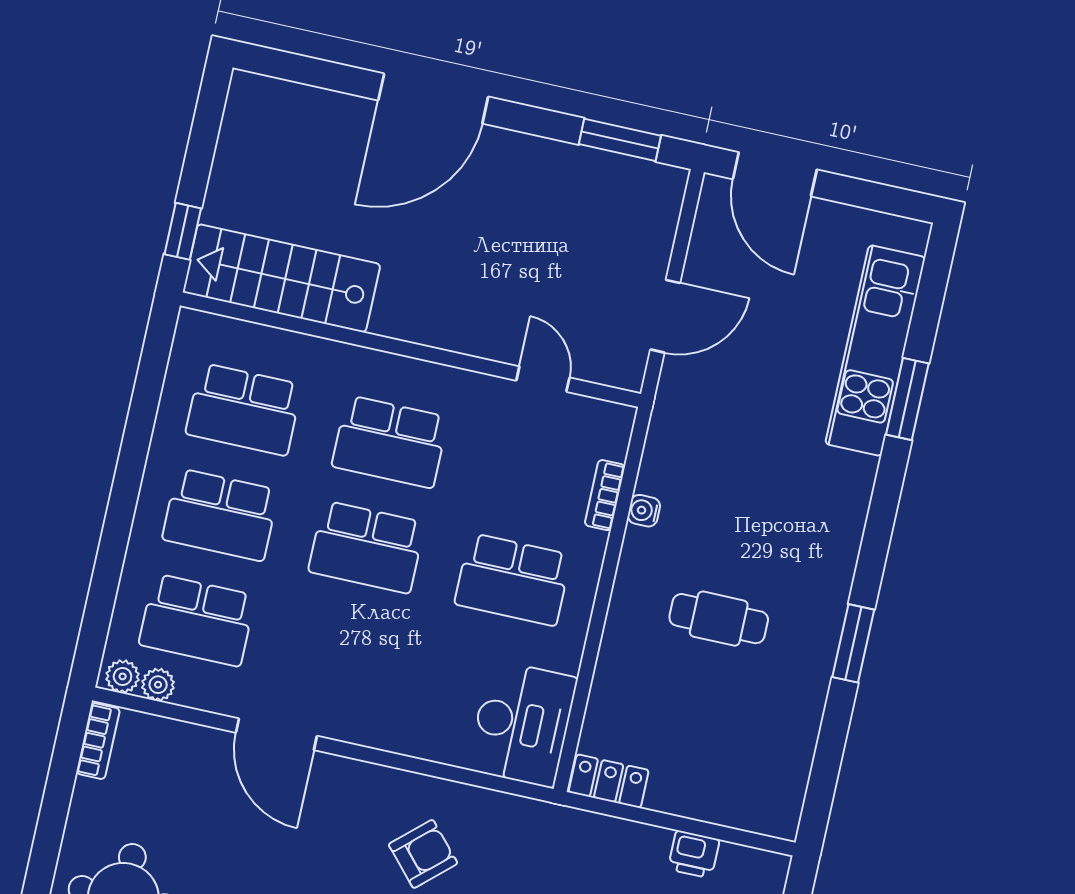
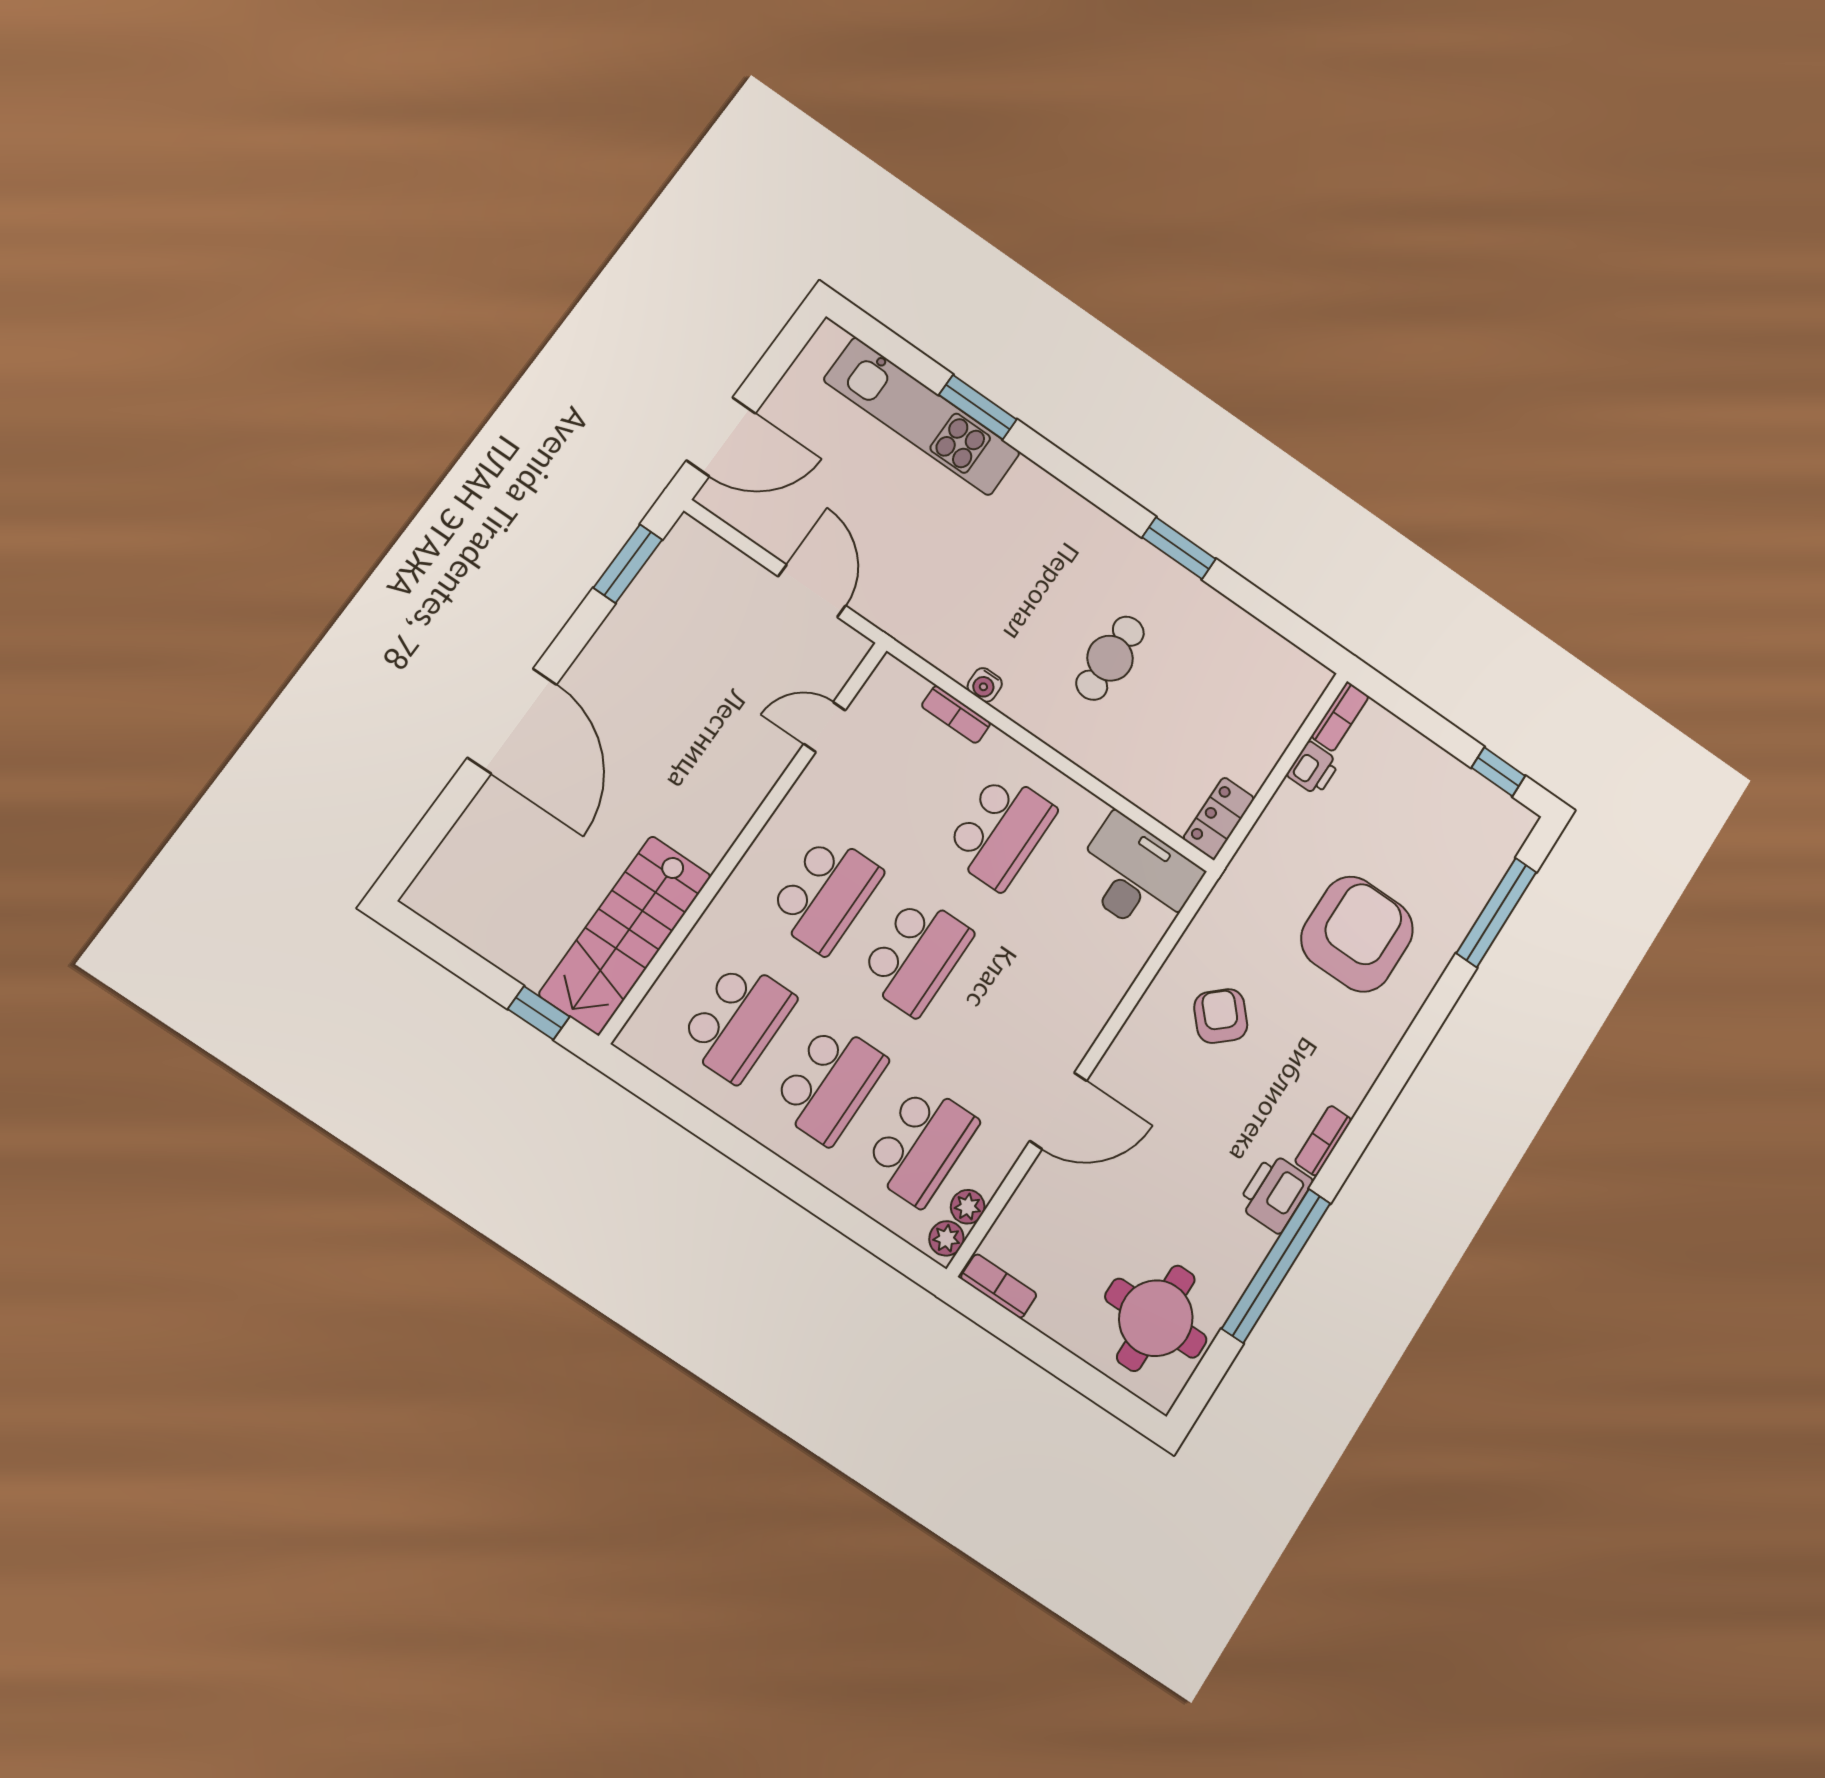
bookcase: (755, 862) -> (1340, 716), added

